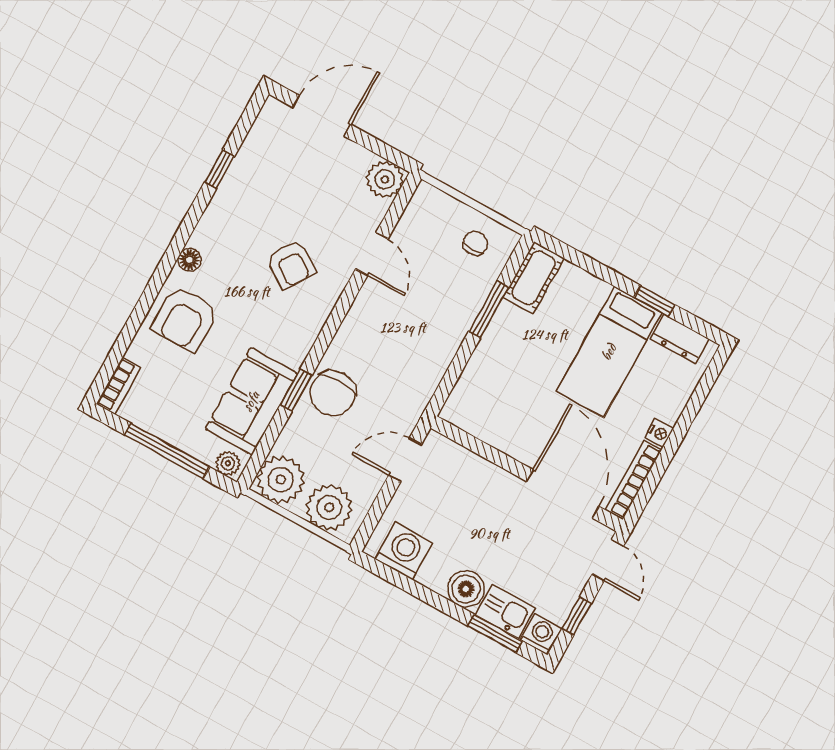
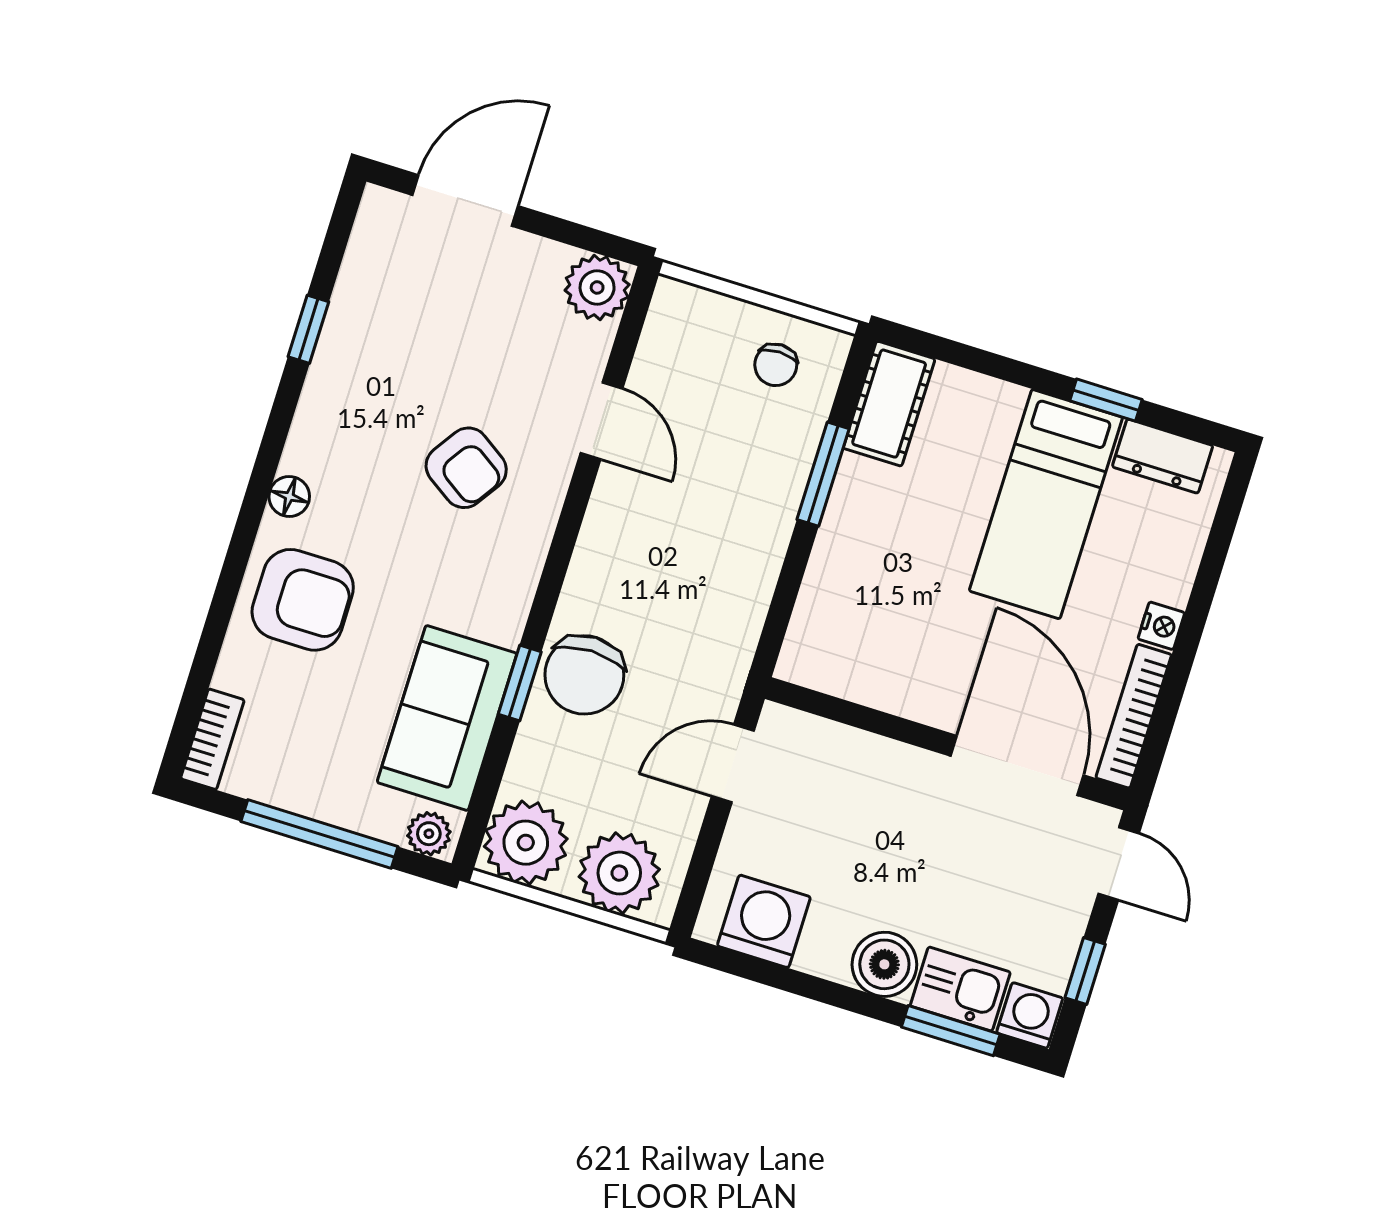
chair: (475, 243) -> (776, 365), turned 180
armchair: (185, 319) -> (303, 600), turned -90

